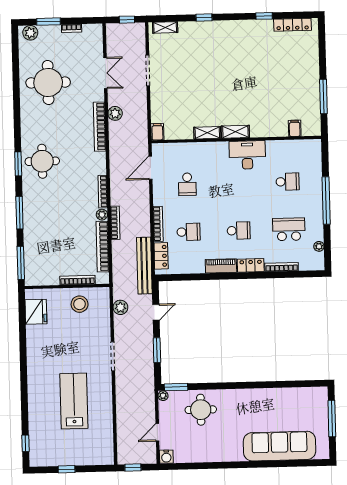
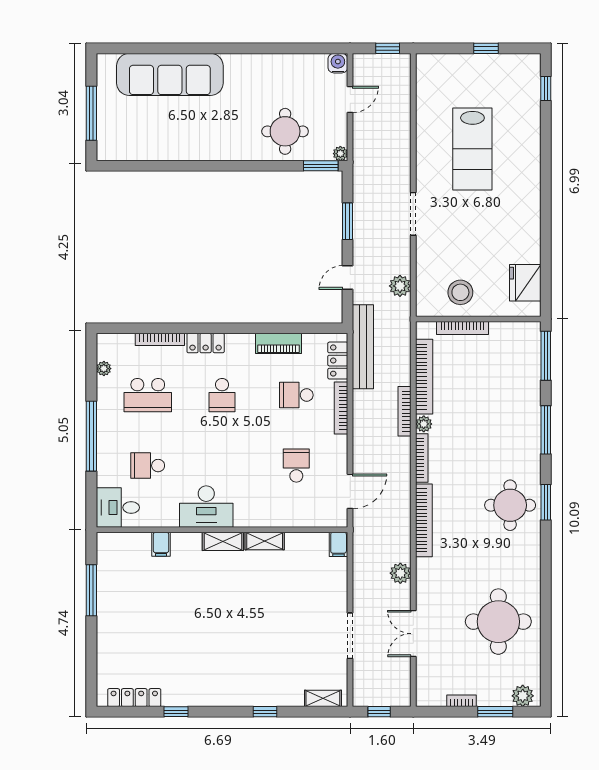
bookcase: (100, 127) -> (424, 520), moved
filing cabinet: (295, 128) -> (161, 544), moved
desk: (307, 153) -> (118, 507), added
school desk: (239, 231) -> (222, 395), turned -90
piano: (221, 266) -> (278, 343), moved

